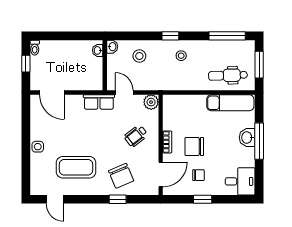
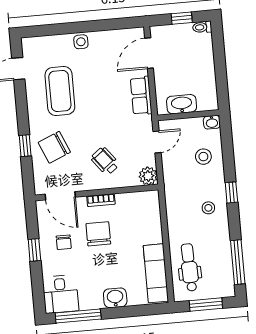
washbasin: (98, 50) -> (182, 104), moved, width x1.91, depth x1.45
row of seats: (99, 102) -> (141, 96), moved
window: (259, 141) -> (78, 316), moved

